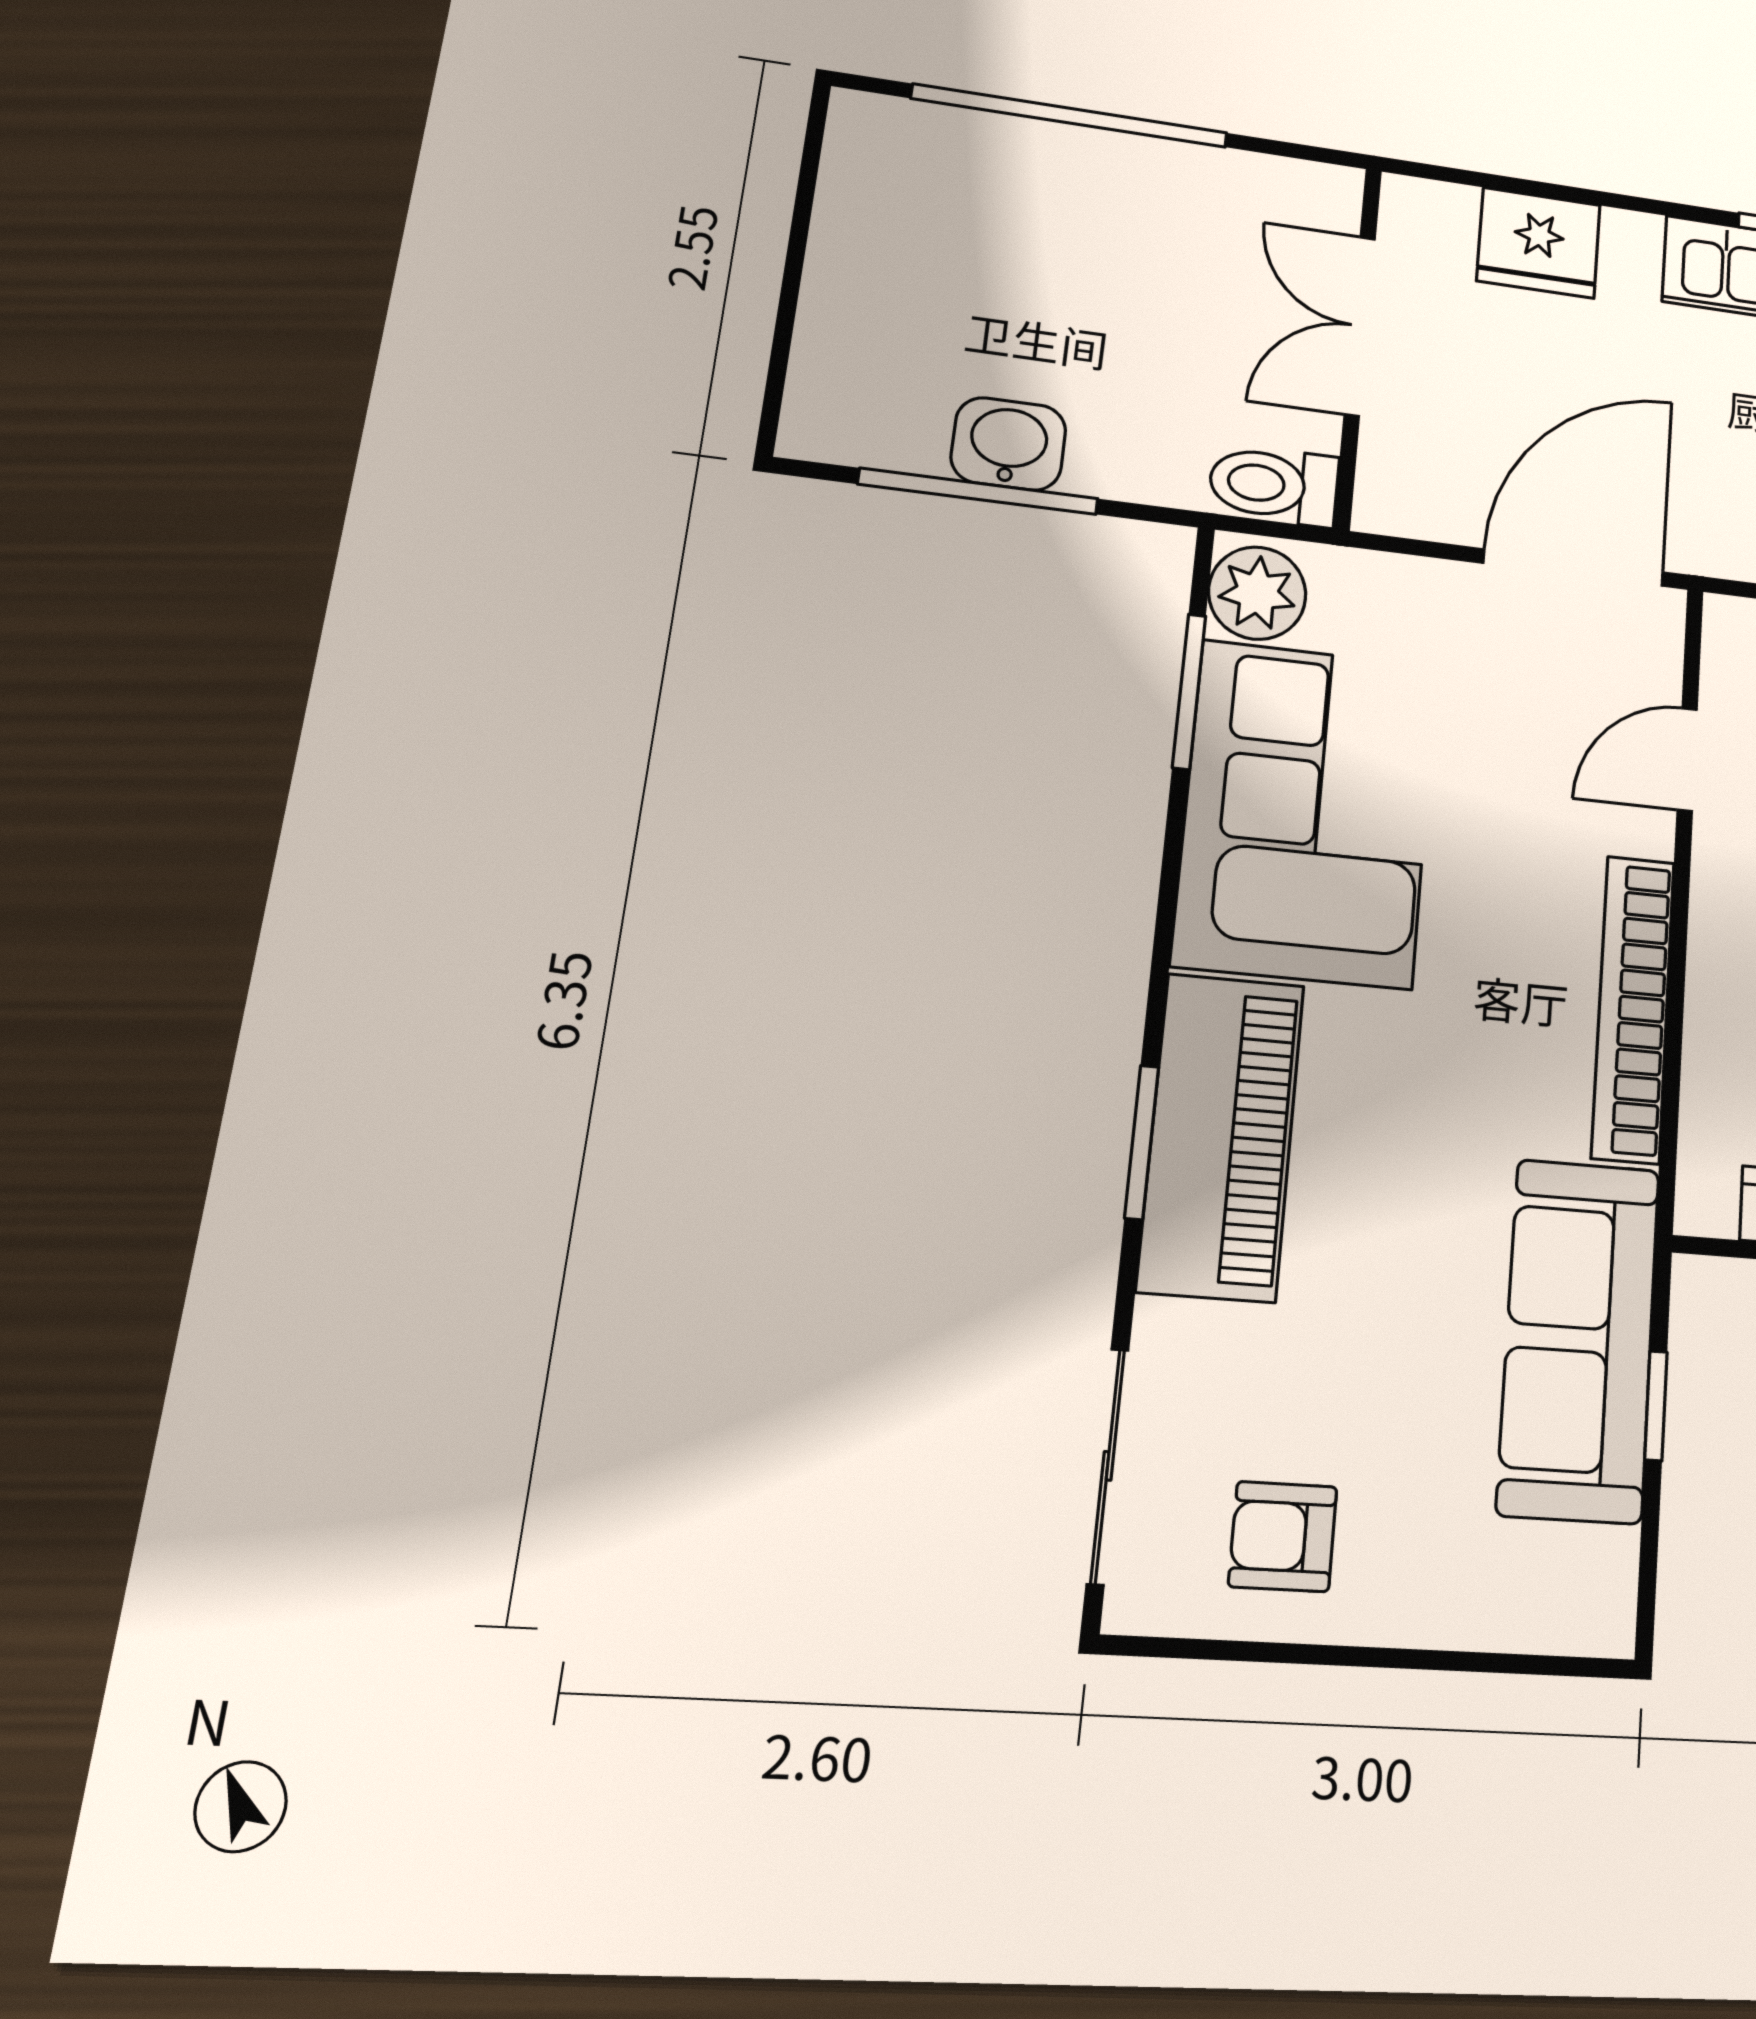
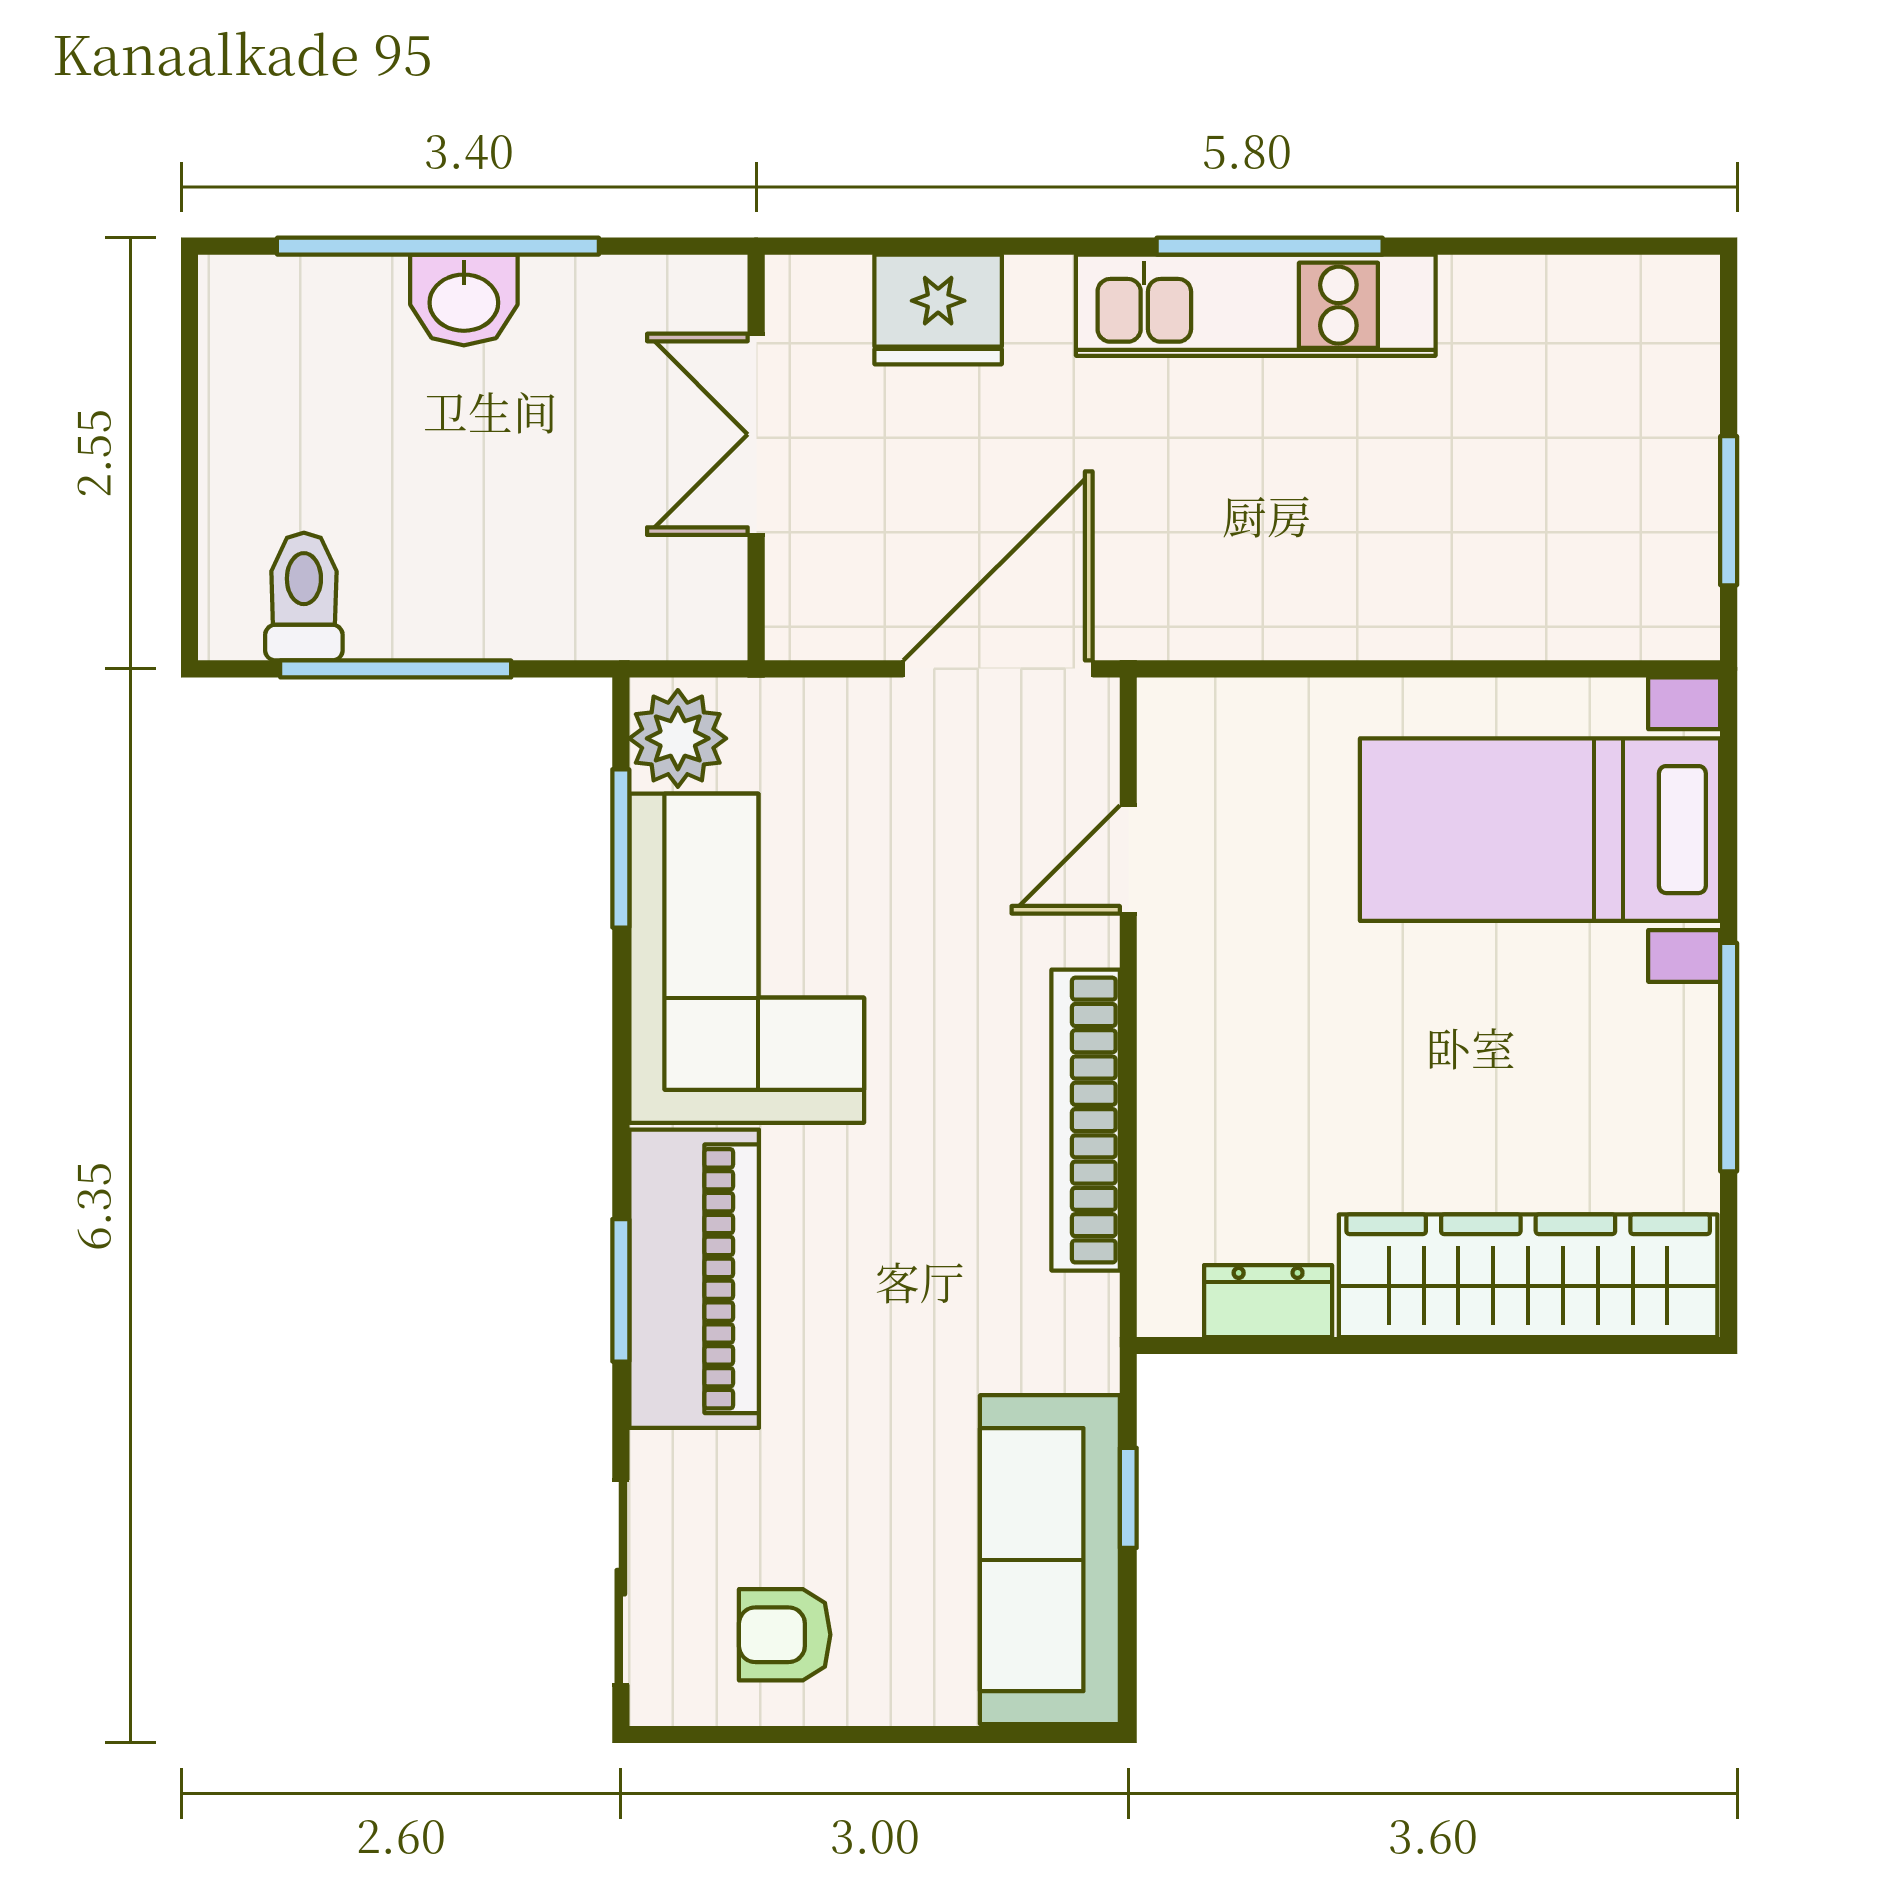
washbasin: (1009, 444) -> (464, 300), moved, turned 180
toilet: (1274, 485) -> (304, 597), moved, turned 90
sofa: (1579, 1340) -> (1050, 1560), moved

